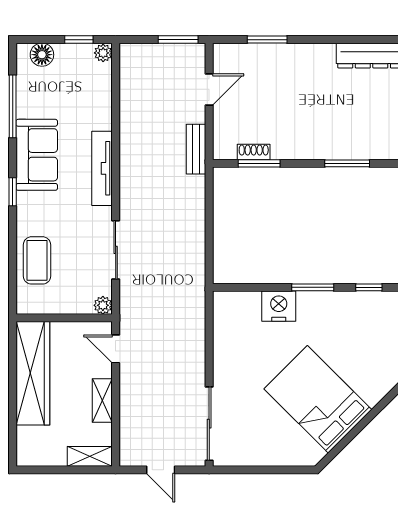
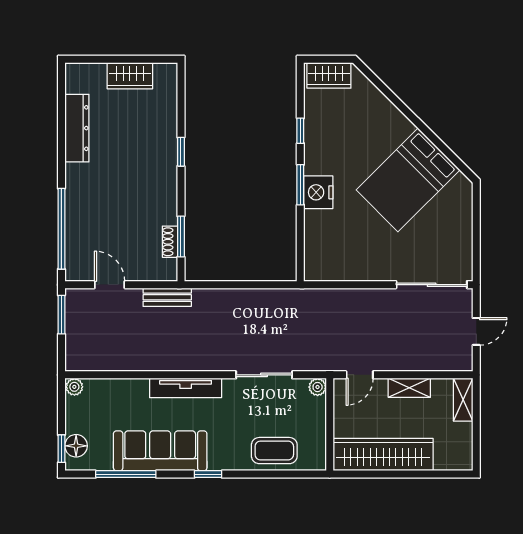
window: (79, 40) -> (61, 449), moved
window: (267, 40) -> (61, 229), width x2.11
sofa: (37, 155) -> (160, 451), width x1.36
window: (347, 163) -> (181, 152), width x0.67
nightstand: (279, 306) -> (318, 192), moved

